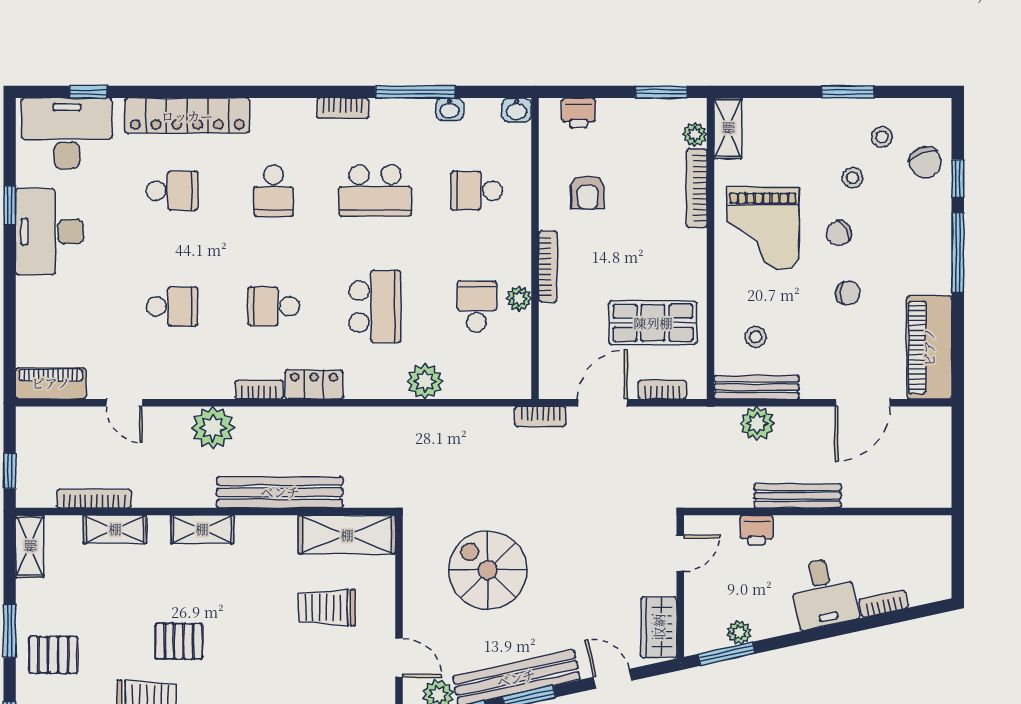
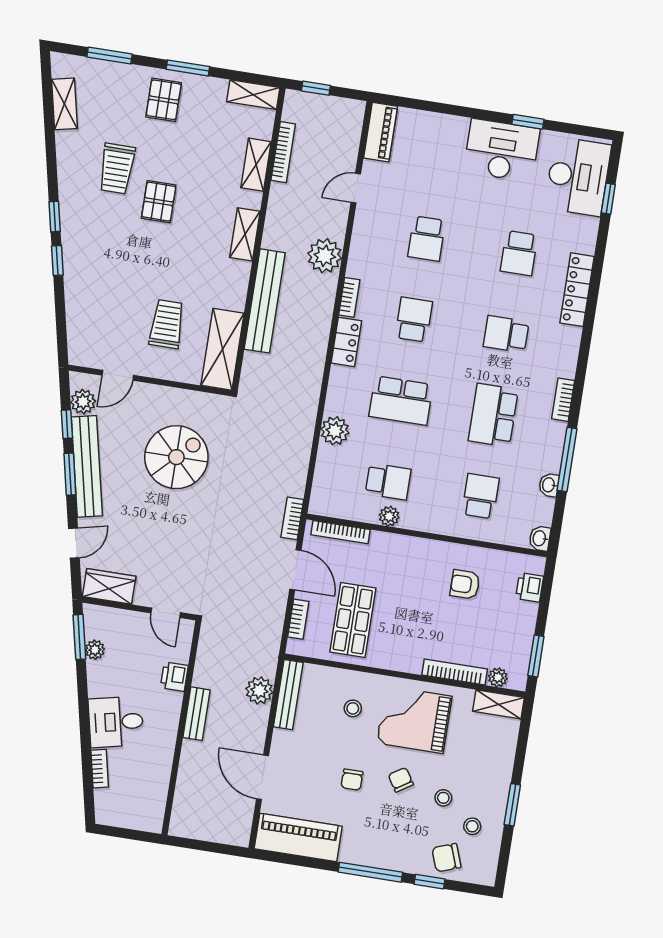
locker: (187, 116) -> (577, 290), width x0.71, depth x0.83
bookcase: (548, 267) -> (340, 532), moved
stool: (756, 337) -> (353, 708), moved
bench: (798, 496) -> (196, 714), width x0.73

